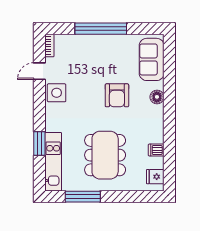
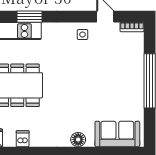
side table: (57, 93) -> (82, 35), width x0.54, depth x0.54
armchair: (117, 95) -> (80, 98), removed

